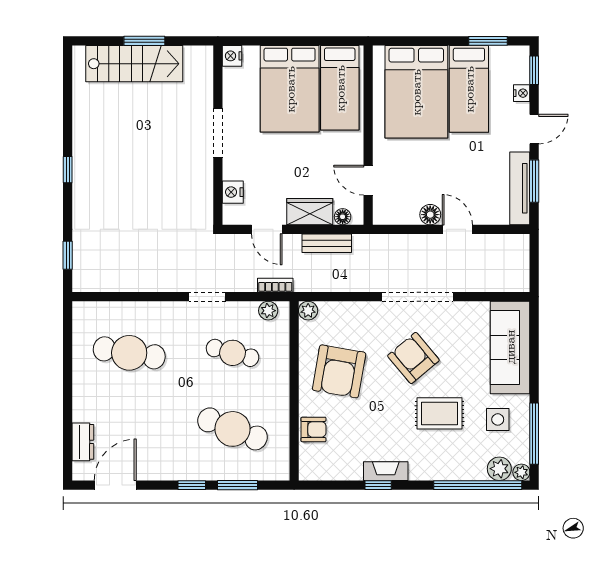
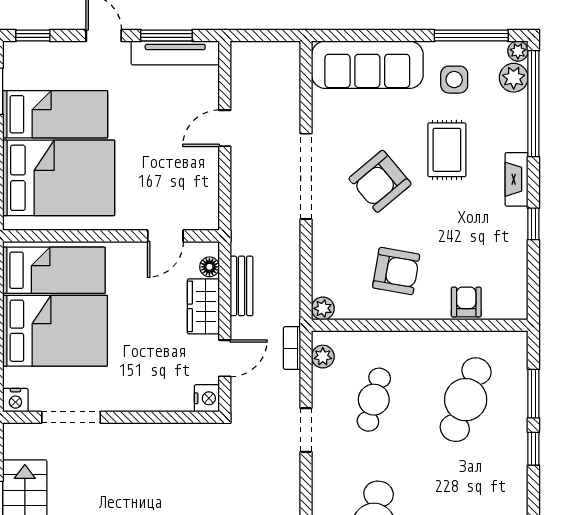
nightstand: (522, 93) -> (60, 51), removed
doorway: (218, 133) -> (71, 417), moved
nightstand: (233, 192) -> (207, 398), moved, turned -90
floor lamp: (430, 215) -> (207, 161), removed
armchair: (339, 371) -> (396, 271), width x0.73, depth x0.73
fireplace: (386, 471) -> (517, 179), moved

